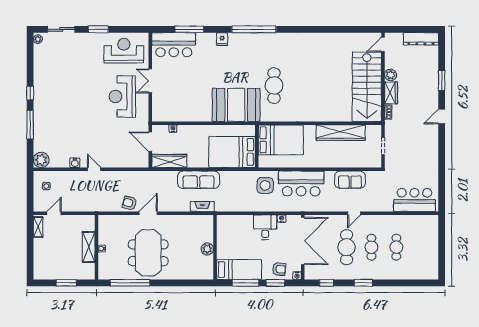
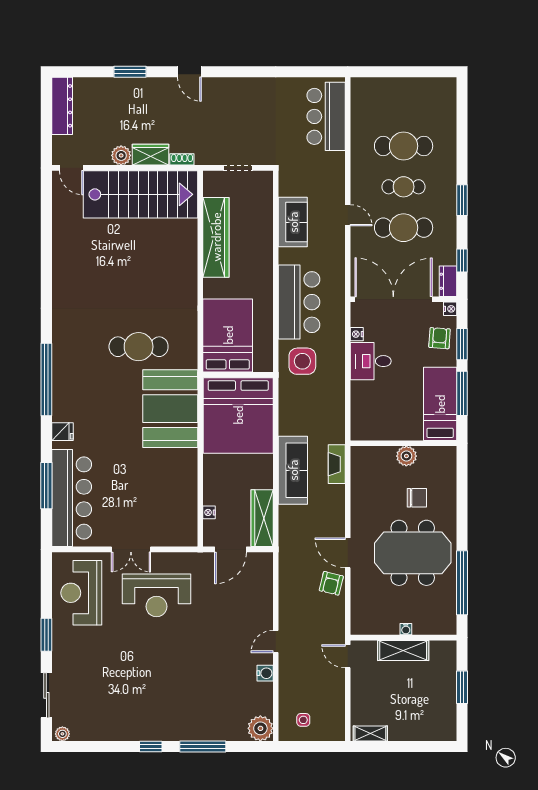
bar counter: (174, 45) -> (72, 498), width x1.36
bed: (232, 152) -> (238, 415), width x1.36
door: (54, 213) -> (348, 656), moved
cafe table: (396, 247) -> (404, 146), width x1.37, depth x1.35
chair: (182, 255) -> (417, 498), added
dresser: (314, 274) -> (448, 281), added

